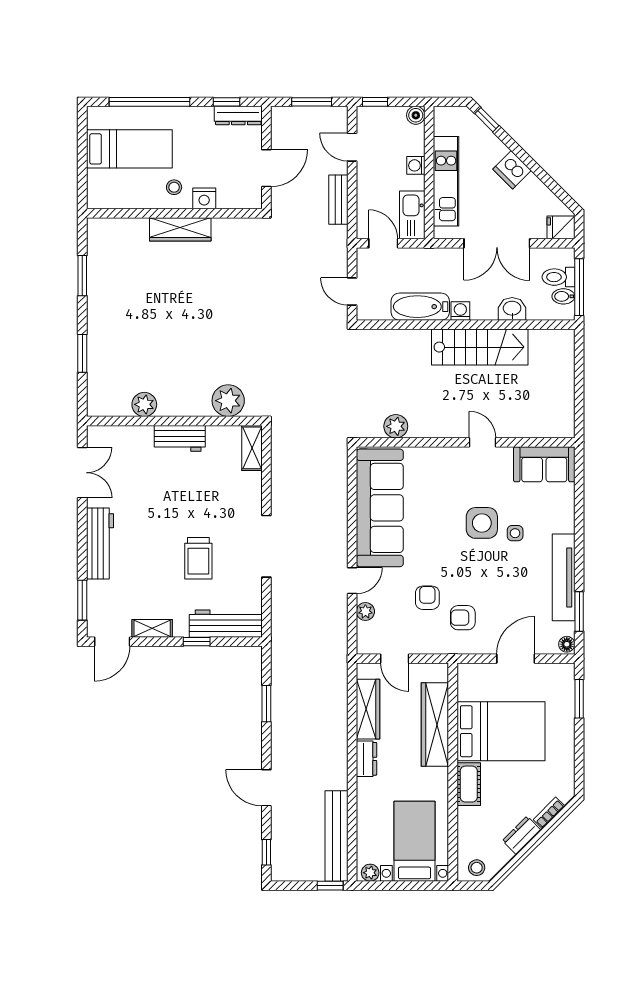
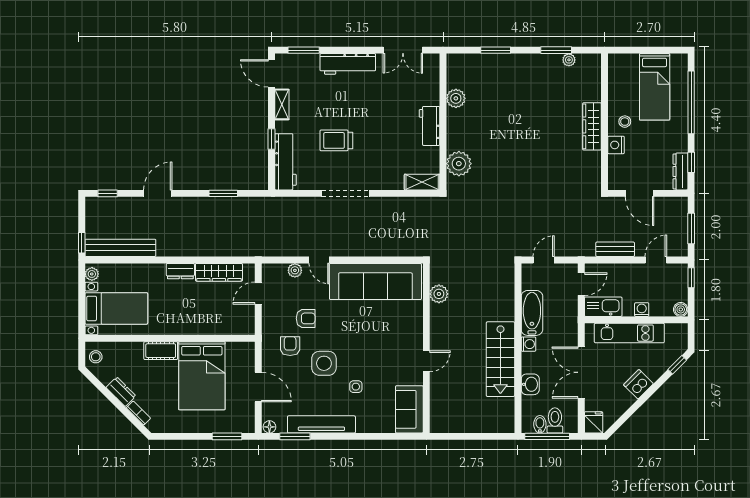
plant: (95, 259) -> (569, 60), added
side table: (482, 523) -> (324, 363), moved
wardrobe: (435, 724) -> (207, 324), removed

